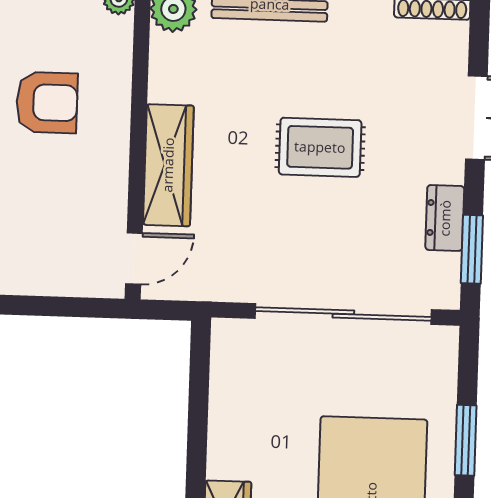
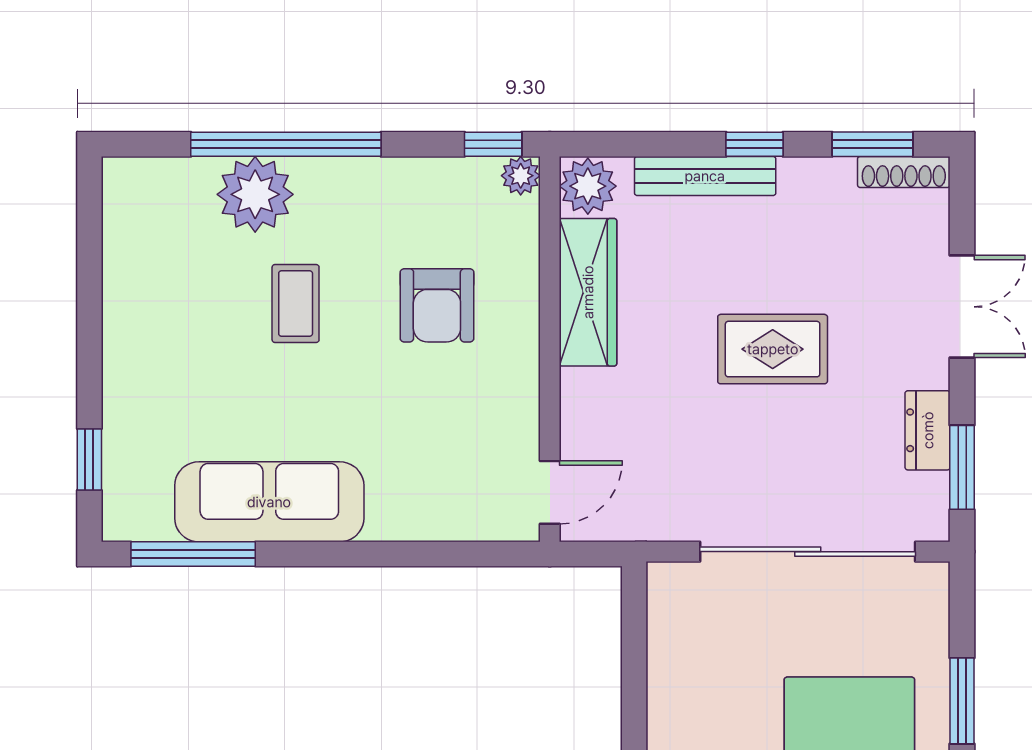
armchair: (47, 102) -> (437, 305), turned 90
wardrobe: (168, 165) -> (588, 292), moved

